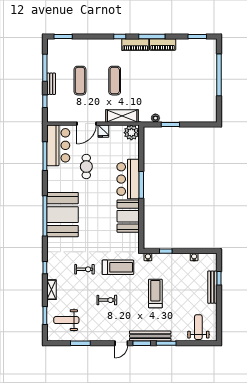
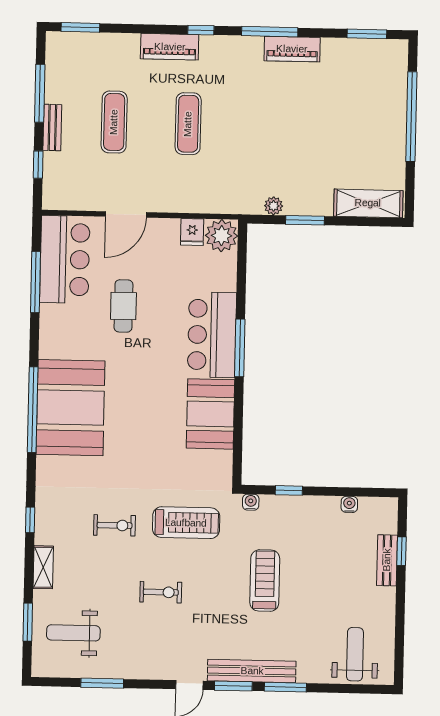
piano: (135, 45) -> (170, 47), moved
shelving: (122, 116) -> (368, 203), moved
fridge: (103, 131) -> (192, 232), moved
bench: (212, 287) -> (387, 560), width x0.73

